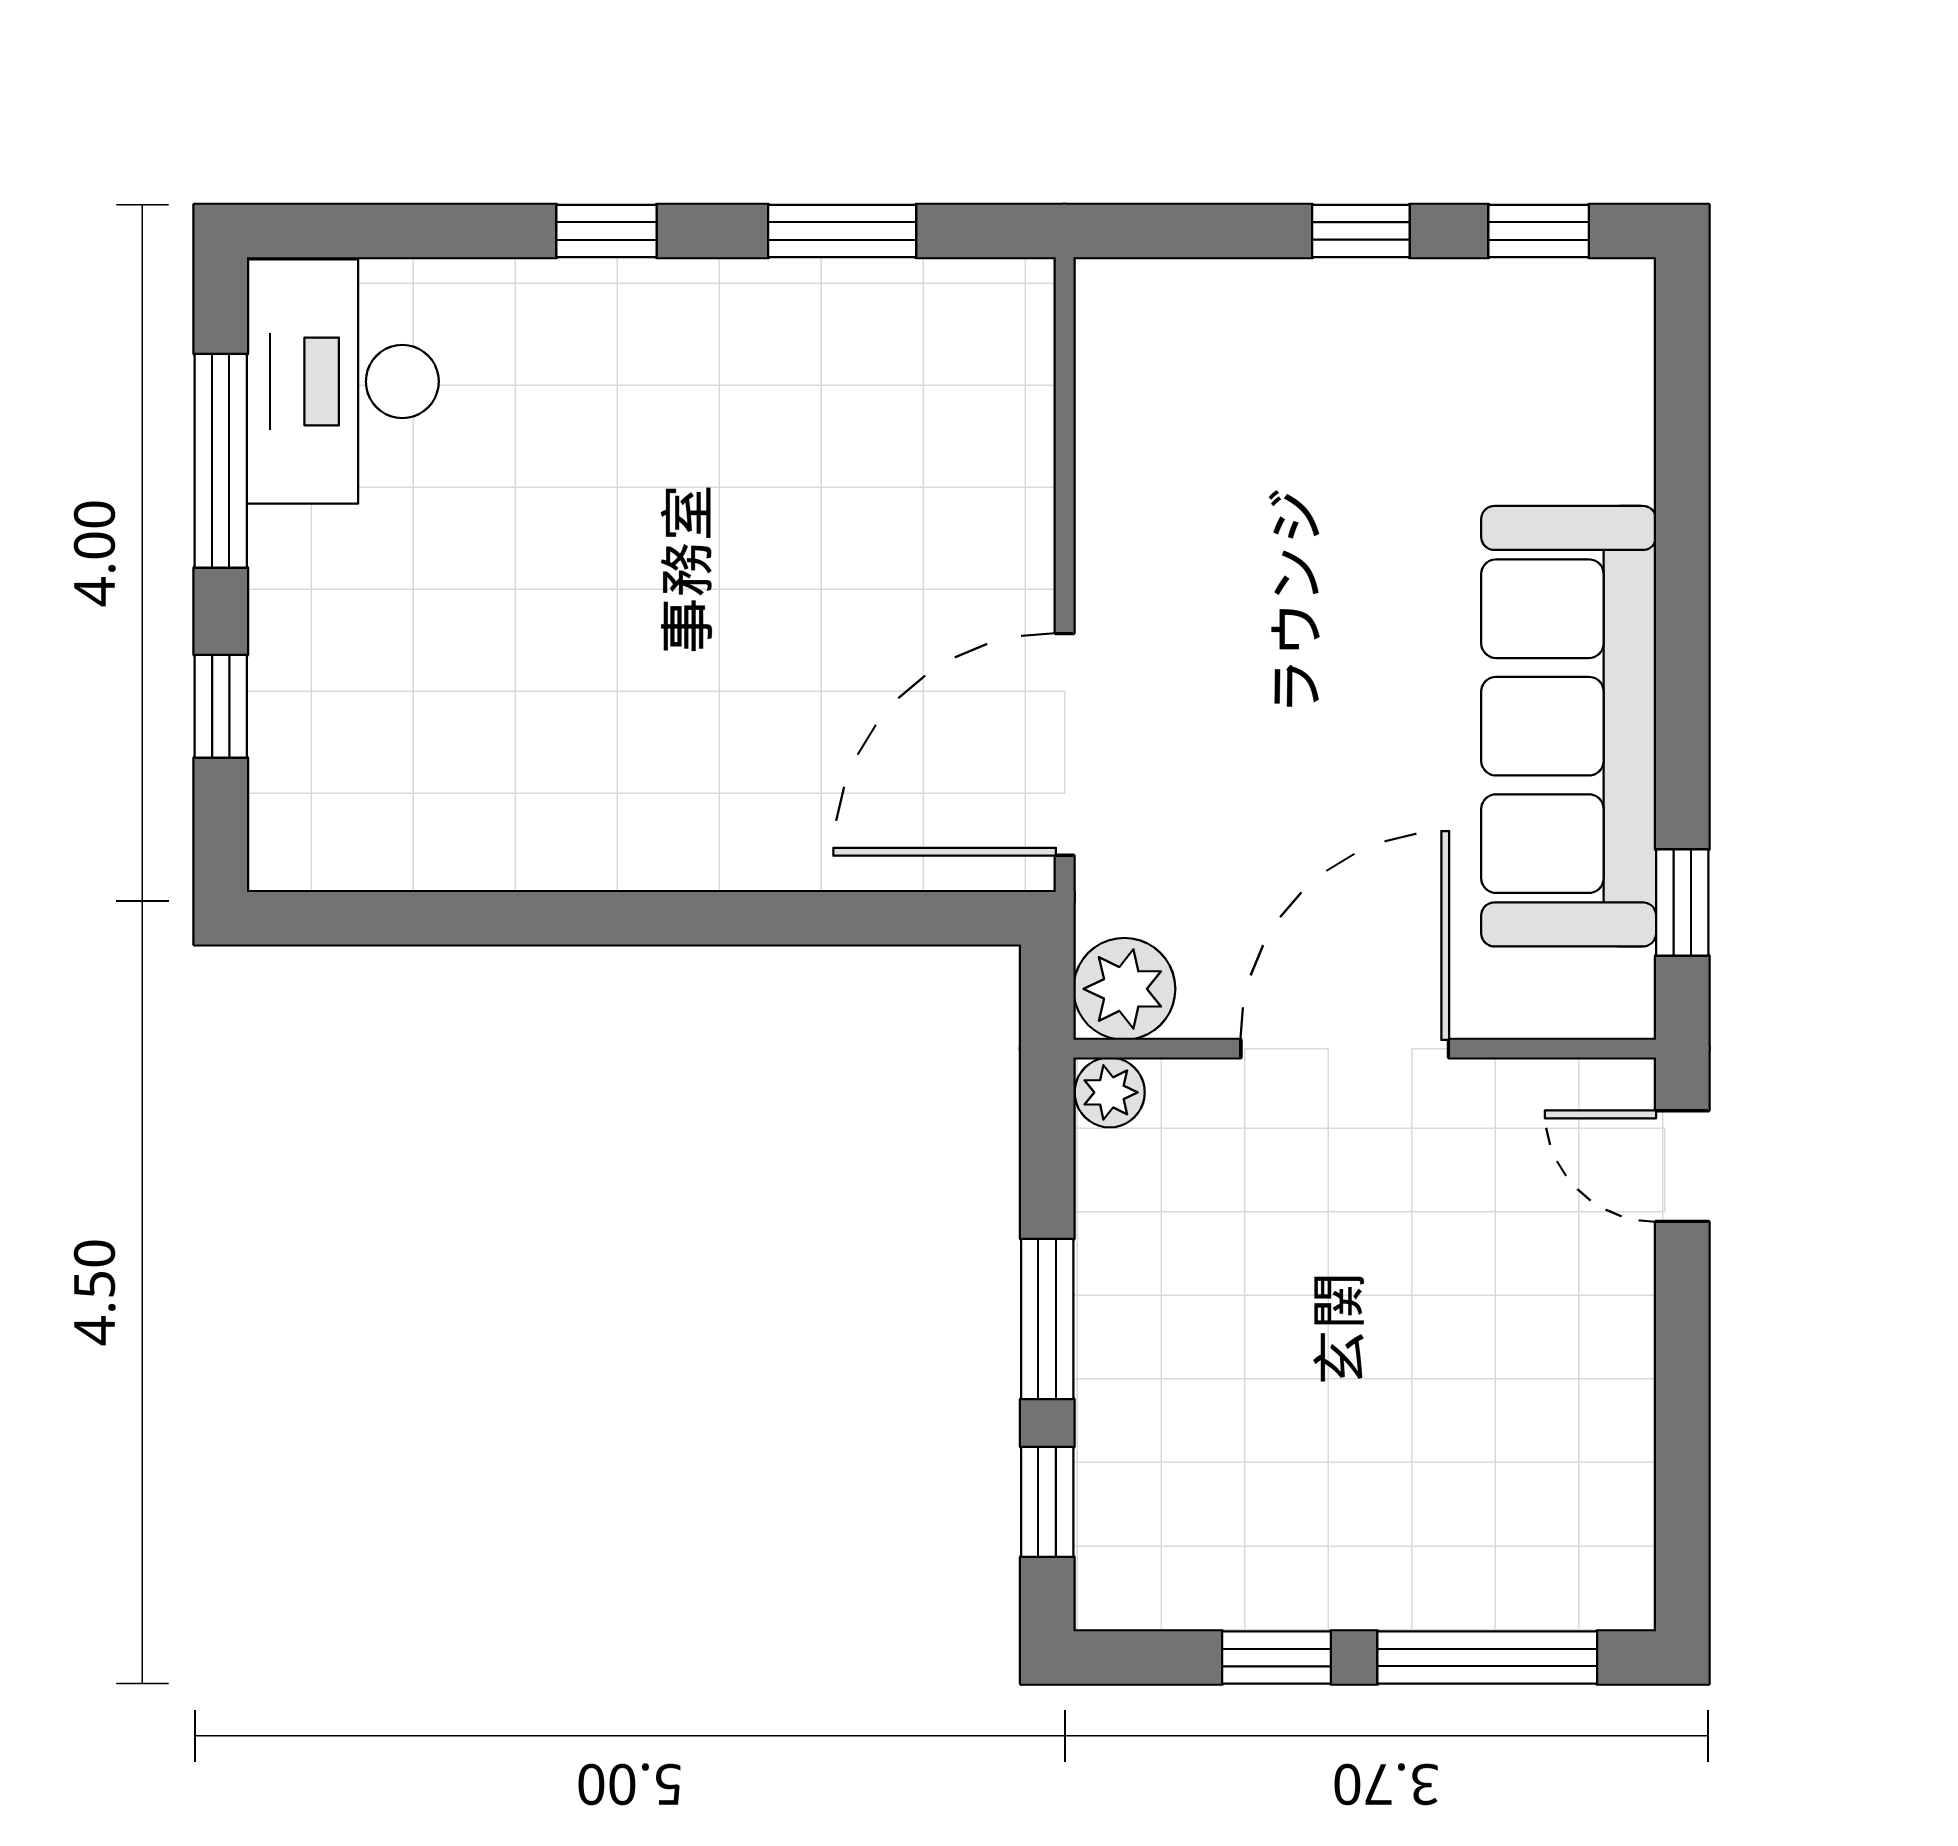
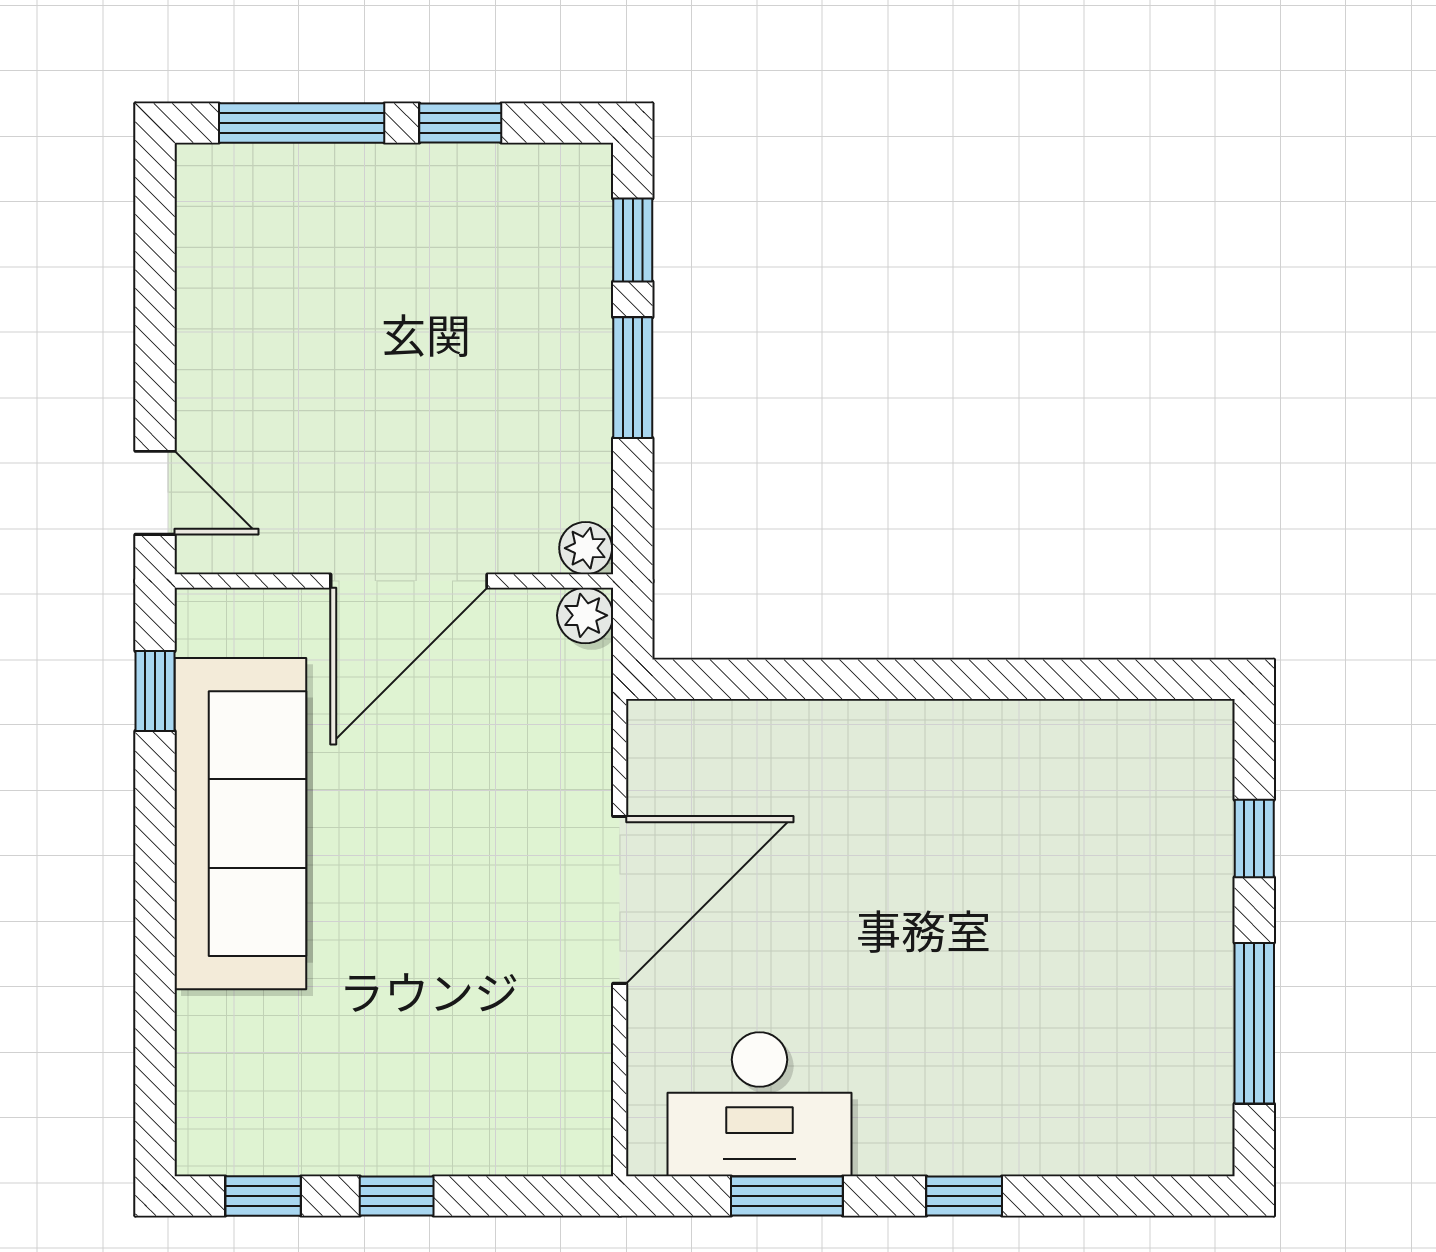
desk: (343, 382) -> (759, 1104), moved, turned 90
door: (1065, 744) -> (620, 900), moved
plant: (1124, 989) -> (585, 615), width x0.73, depth x0.73

